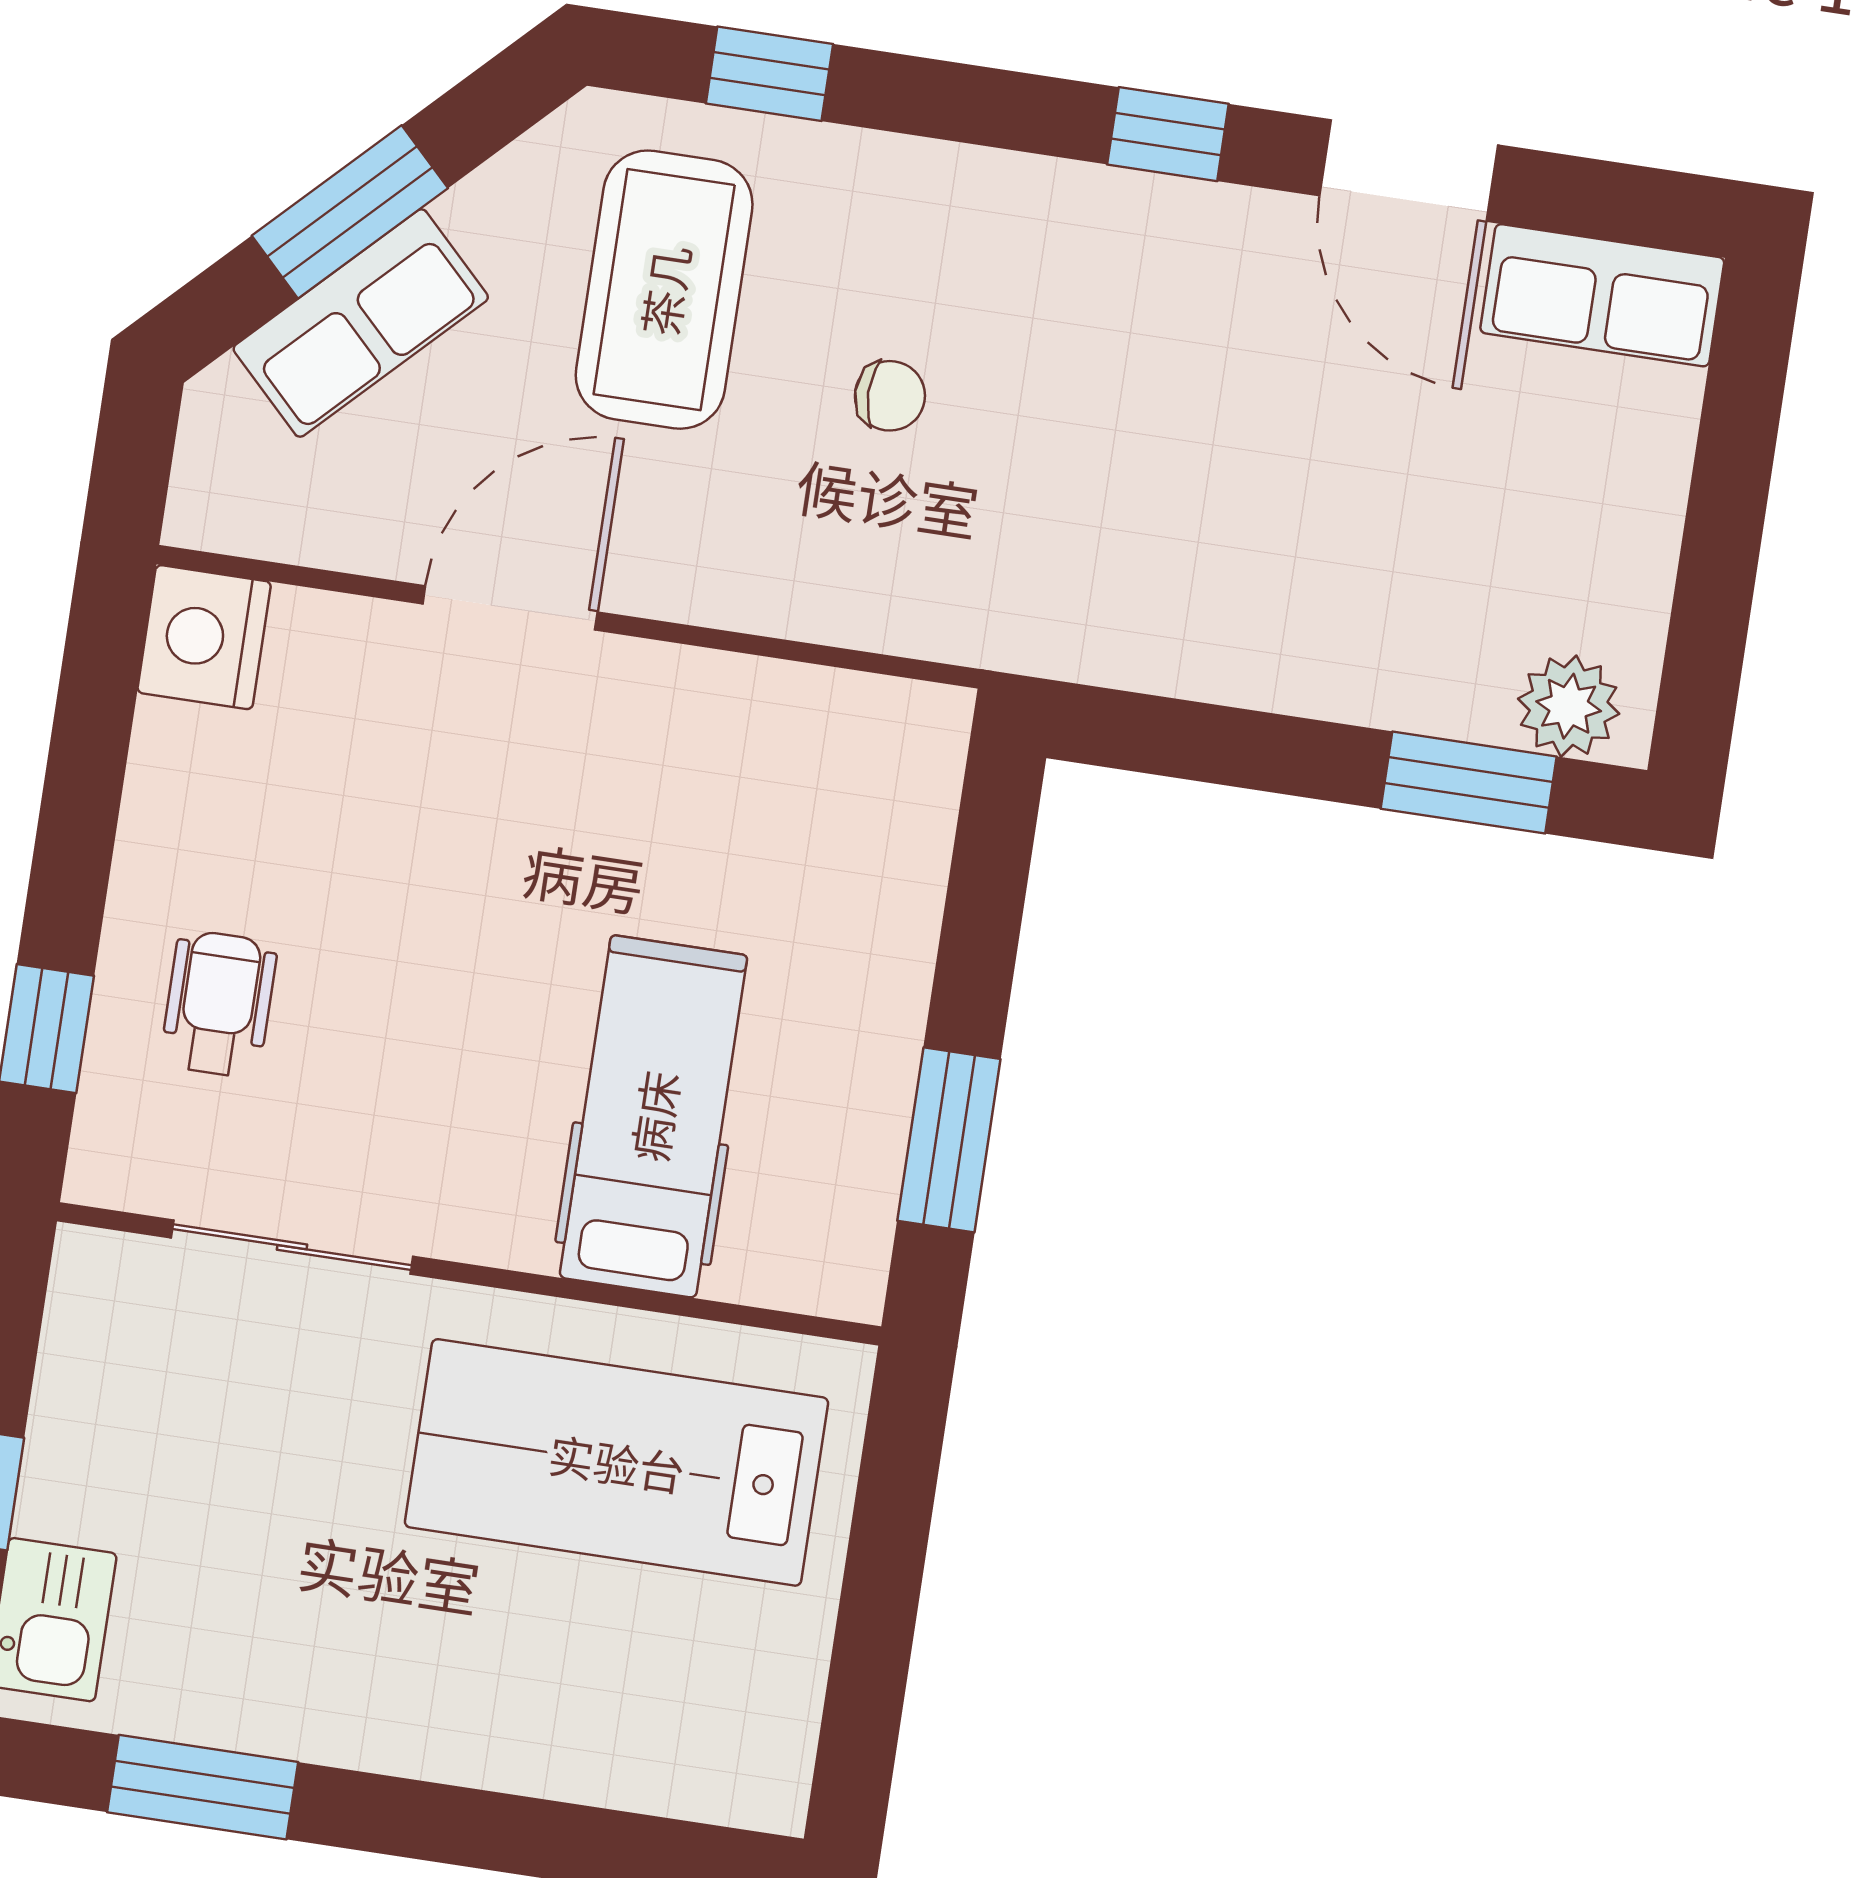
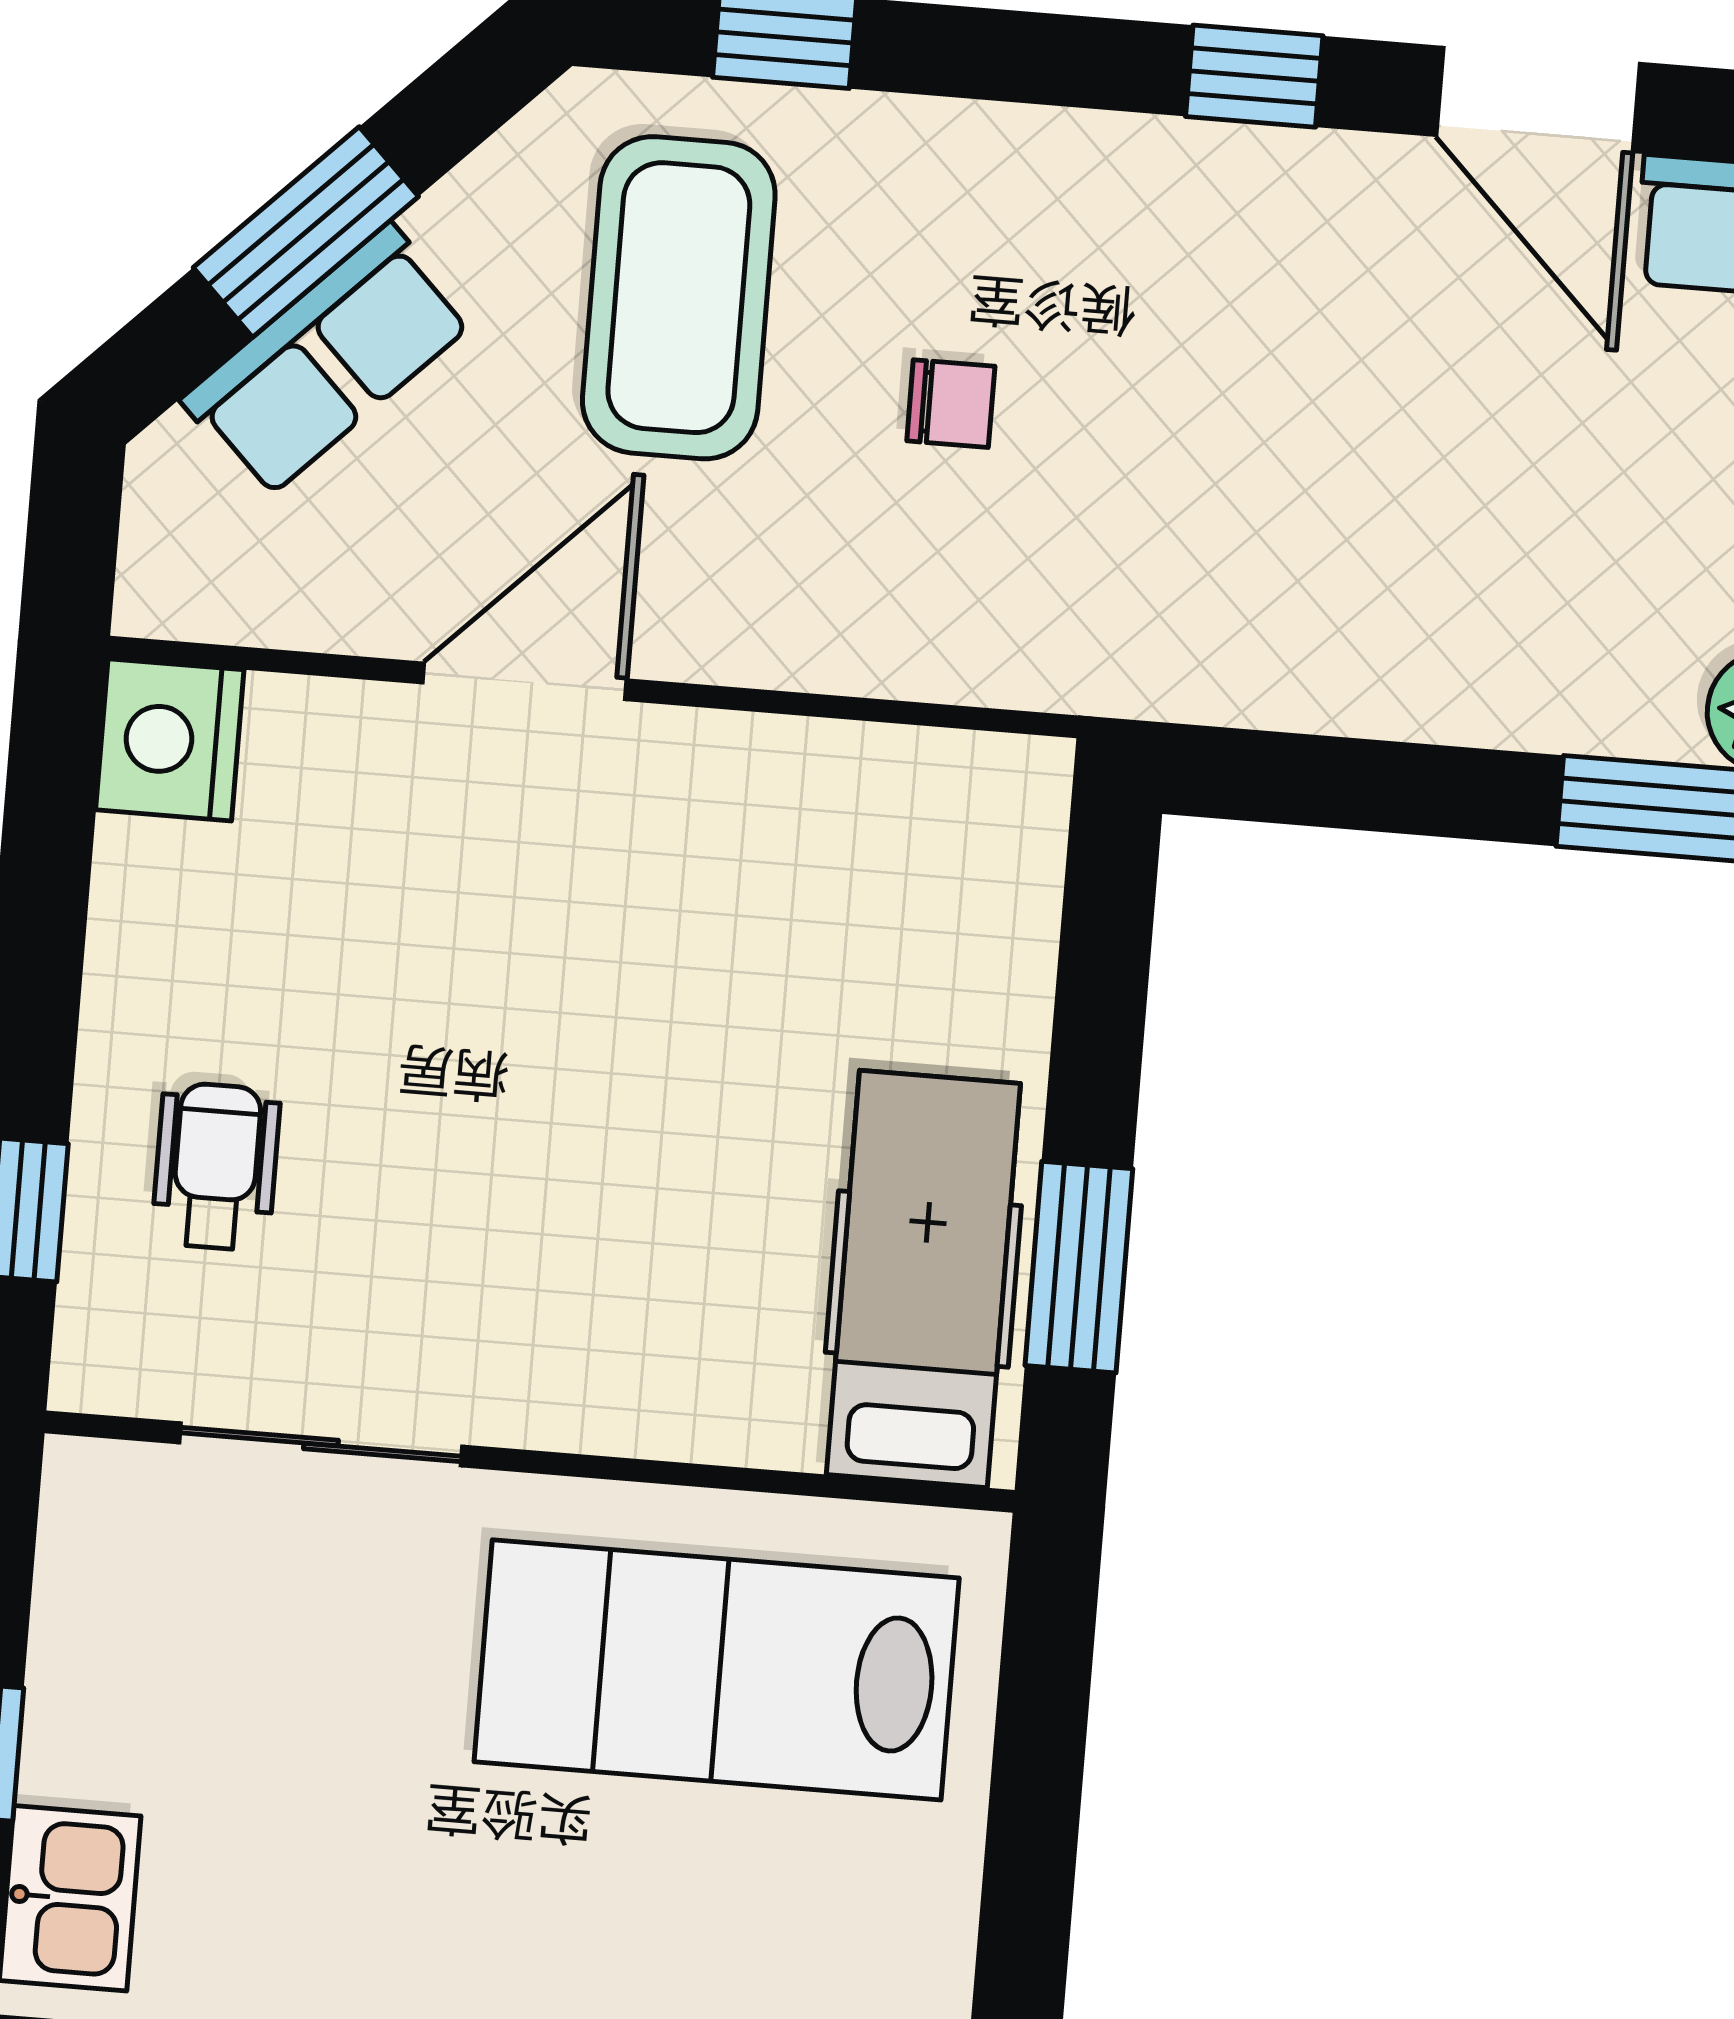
hospital bed: (653, 1116) -> (923, 1279), moved

